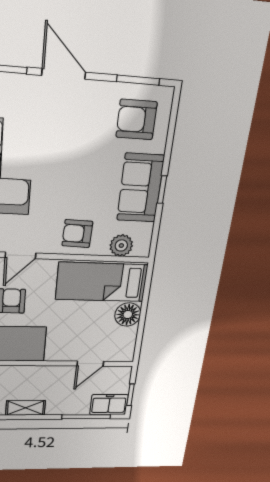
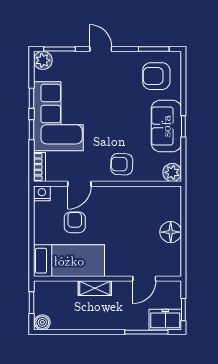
door: (64, 74) -> (101, 49), width x0.73
plant: (121, 246) -> (172, 172), moved
bed: (102, 282) -> (145, 204), removed
shelving: (26, 408) -> (95, 288), moved

